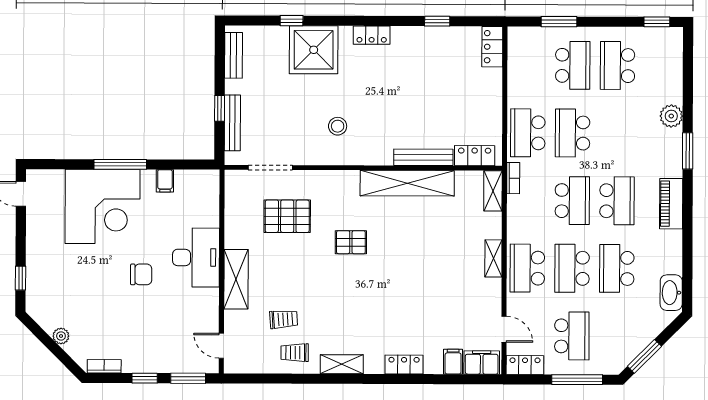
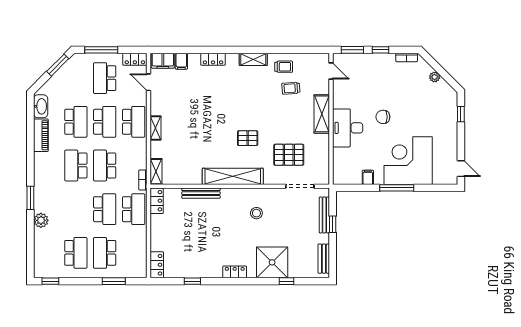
locker: (475, 156) -> (157, 201), moved, turned -90
shelving: (407, 183) -> (233, 176), moved
piano: (671, 204) -> (41, 135), moved

